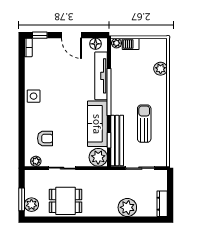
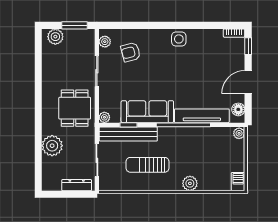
barbecue: (131, 44) -> (238, 182), moved
plant: (161, 69) -> (190, 183), moved
sun lounger: (144, 124) -> (147, 165), turned 180
armchair: (45, 138) -> (131, 52), turned 75
plant: (98, 157) -> (104, 117), width x0.53, depth x0.53
window: (22, 199) -> (75, 25), moved
dining table: (66, 201) -> (75, 108), moved
dresser: (162, 204) -> (77, 185), moved

